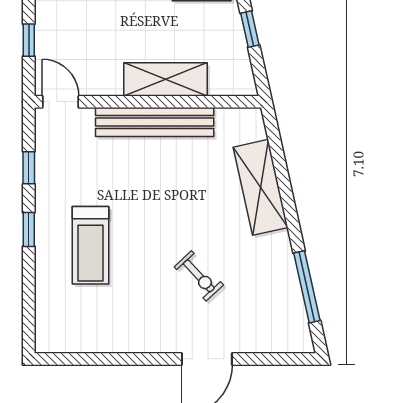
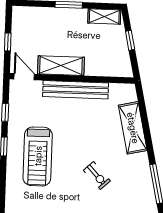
shelving: (165, 79) -> (61, 66), moved
treadmill: (90, 245) -> (38, 156), width x1.37, depth x1.37

